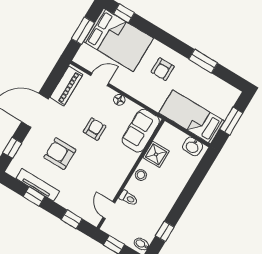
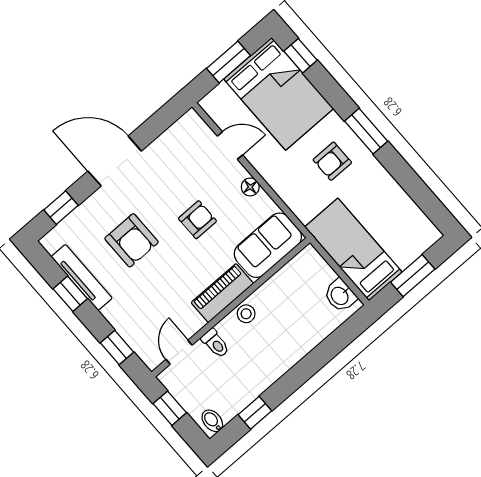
window: (203, 61) -> (366, 131), moved
piano: (66, 86) -> (222, 293), moved, turned 180
armchair: (60, 154) -> (132, 240), turned 180
shower: (156, 154) -> (280, 289), removed

